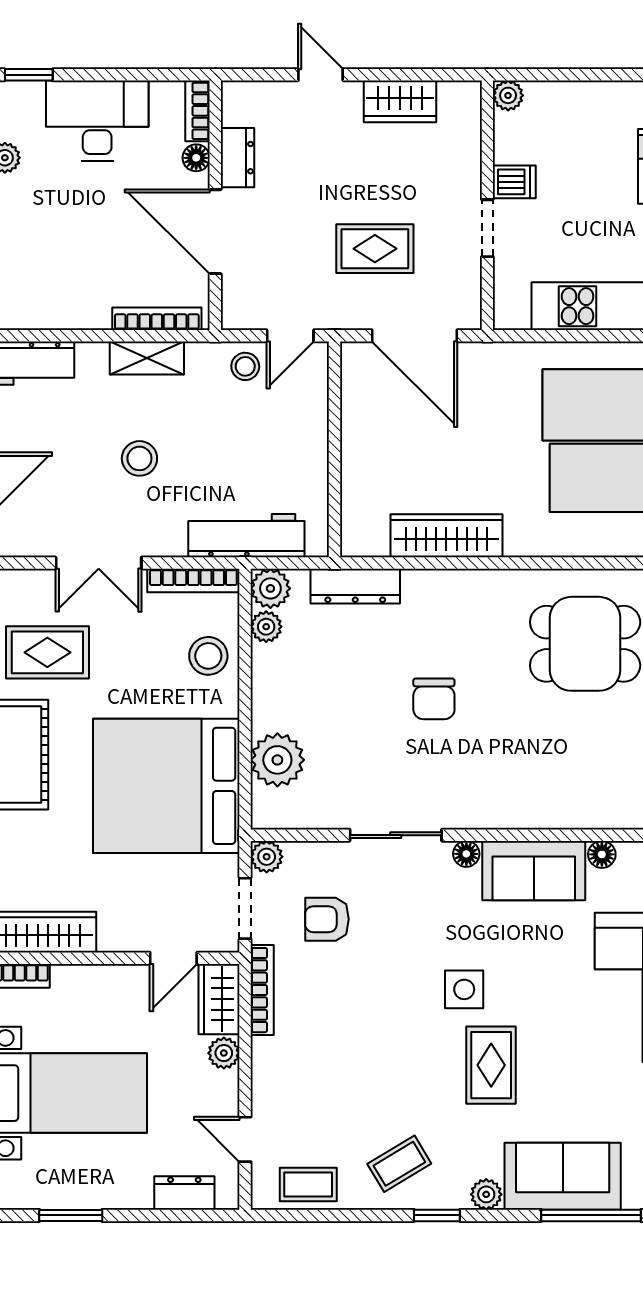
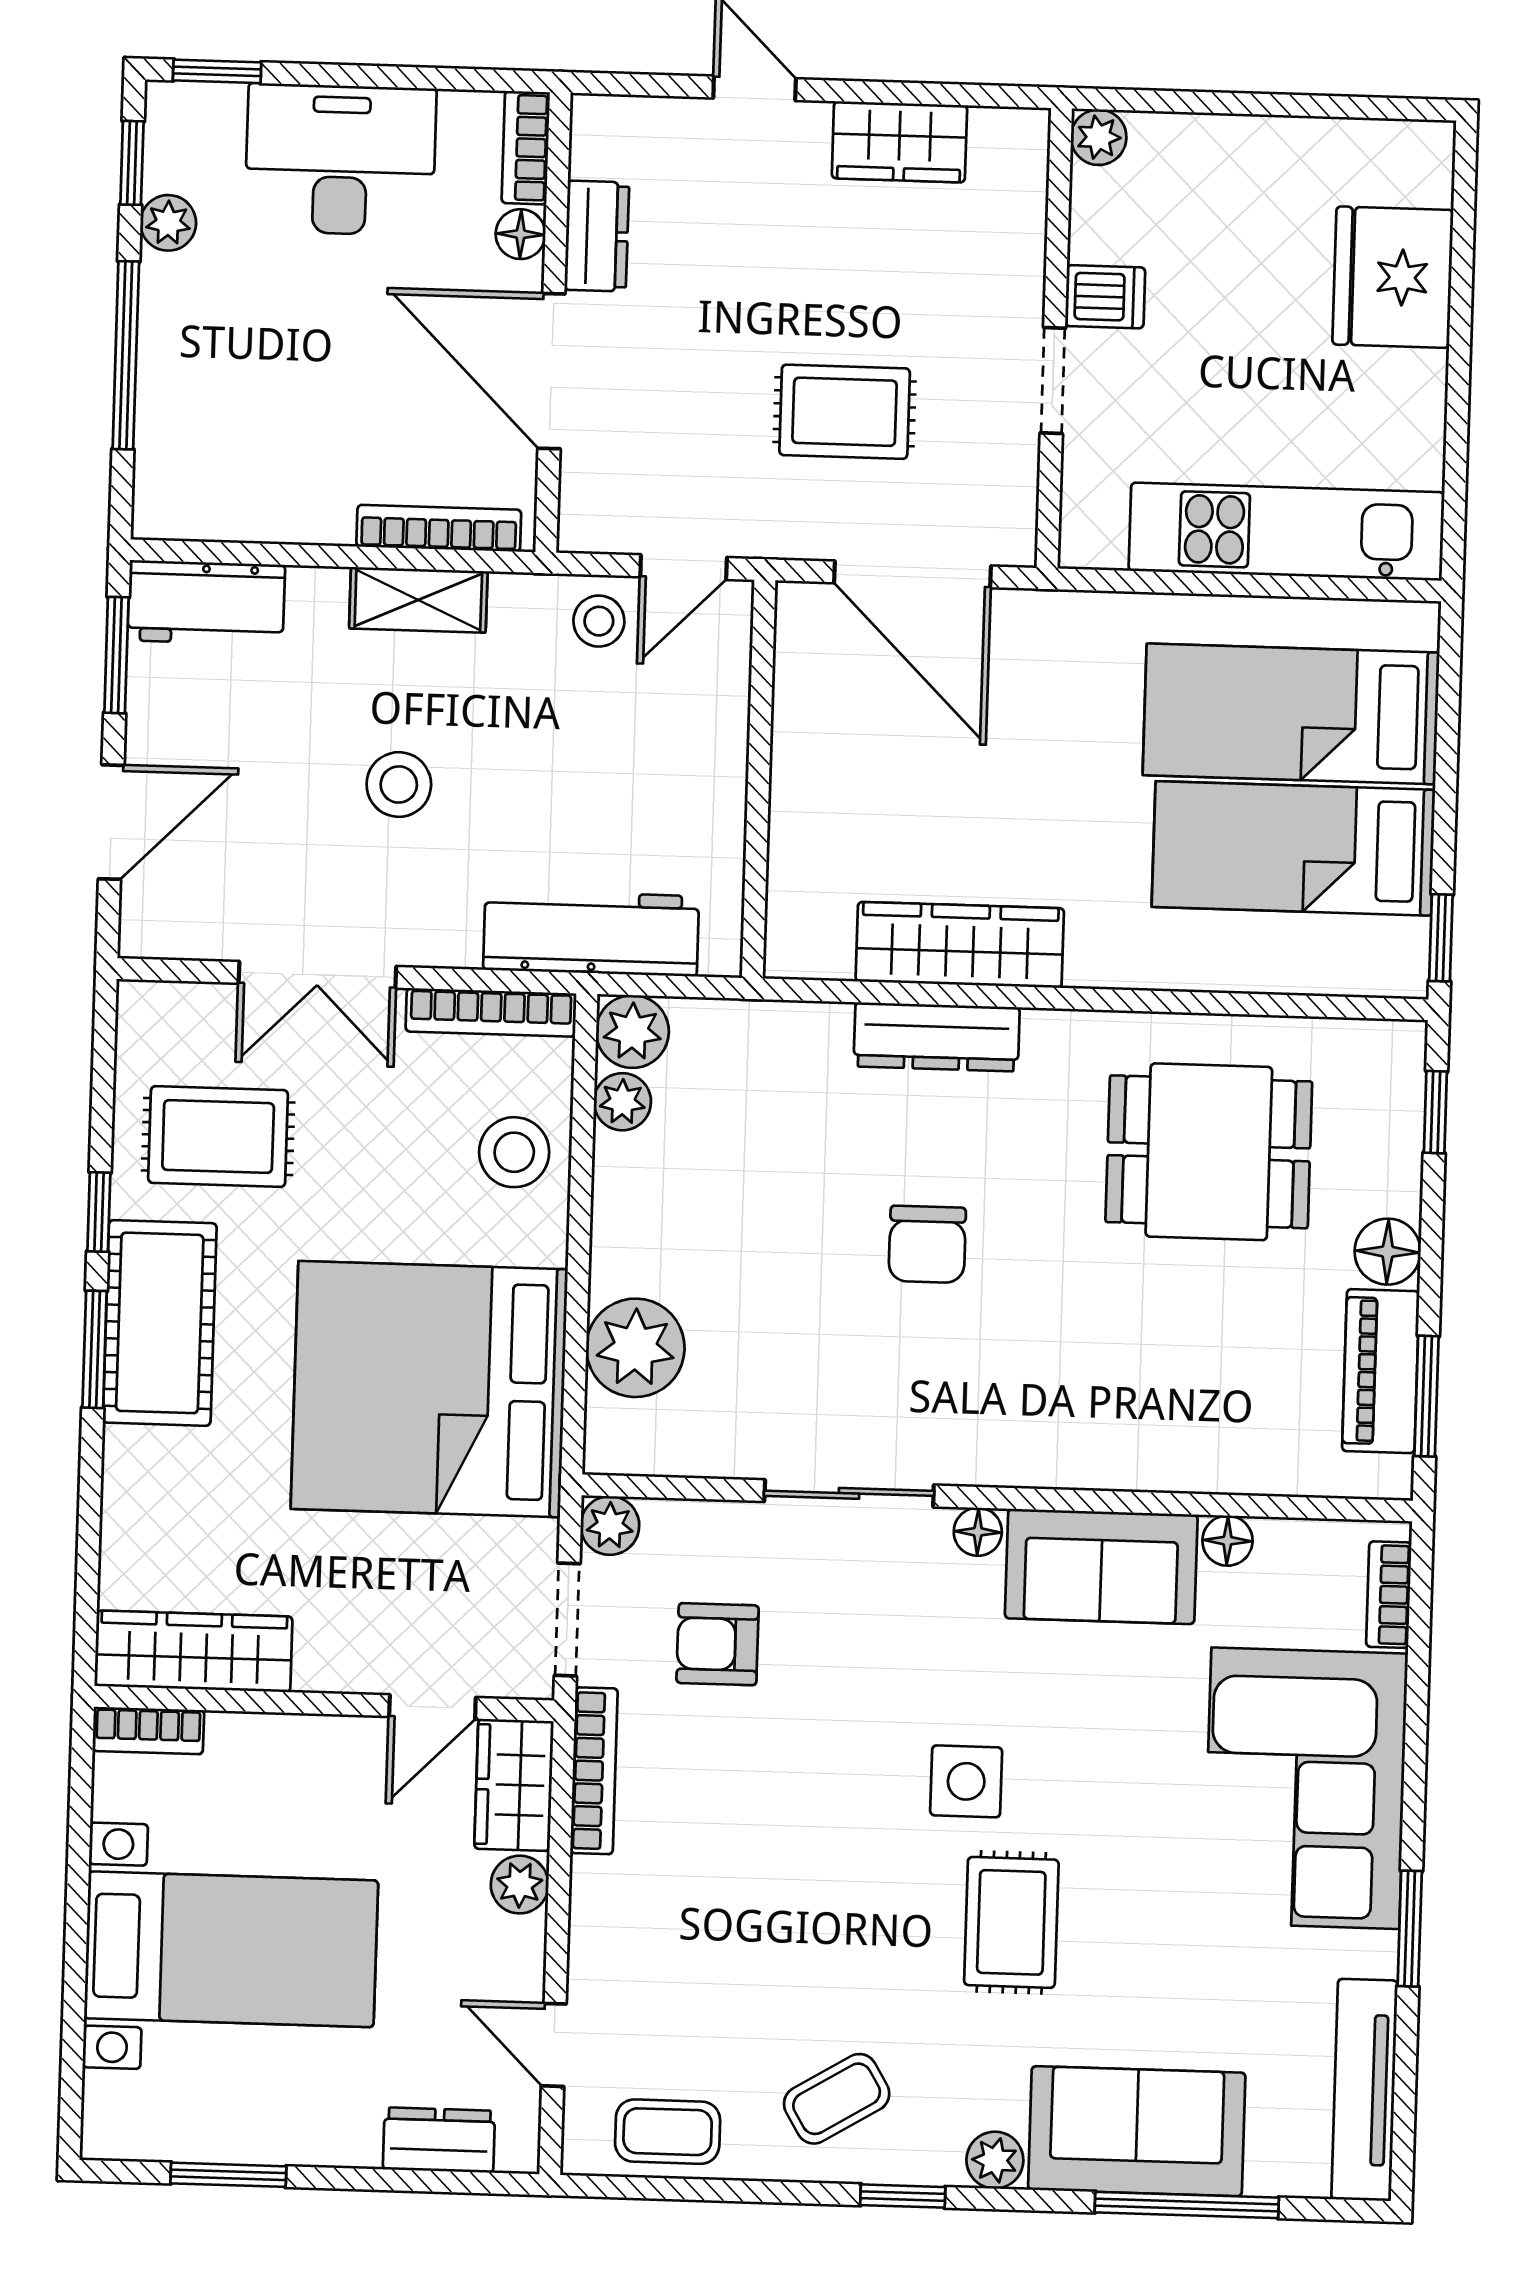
dresser: (355, 586) -> (937, 1037), moved

